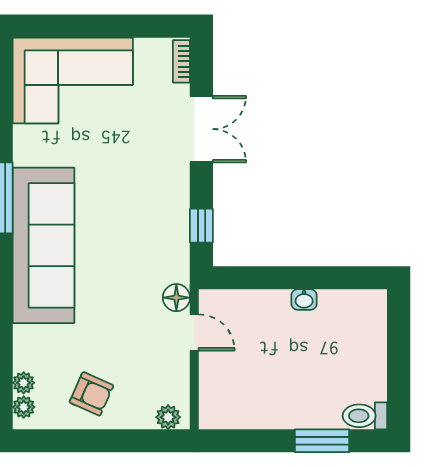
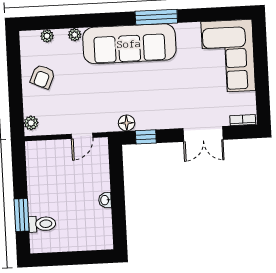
floor lamp: (176, 298) -> (127, 123), moved
plant: (24, 407) -> (75, 35), moved
toilet: (365, 416) -> (42, 224), moved, turned 90

